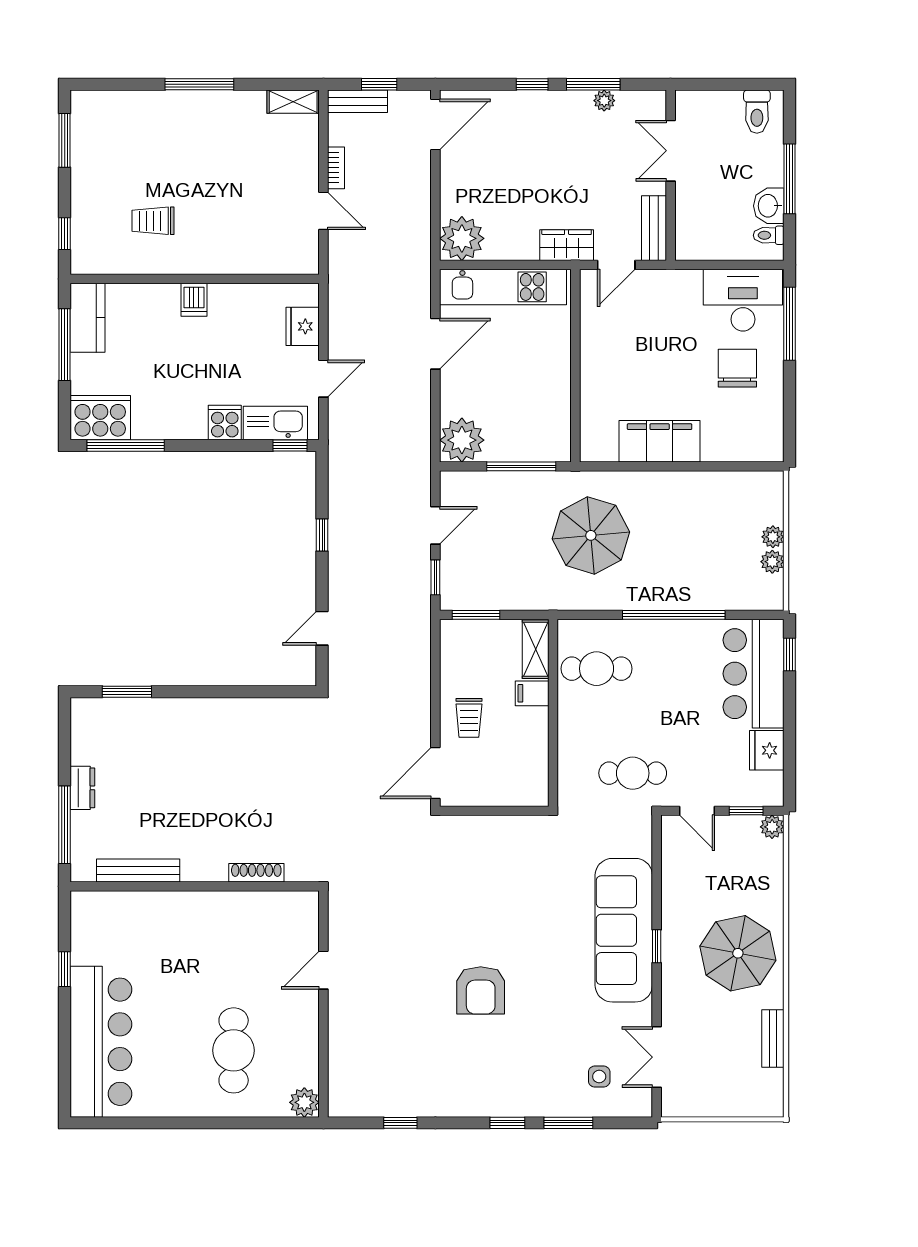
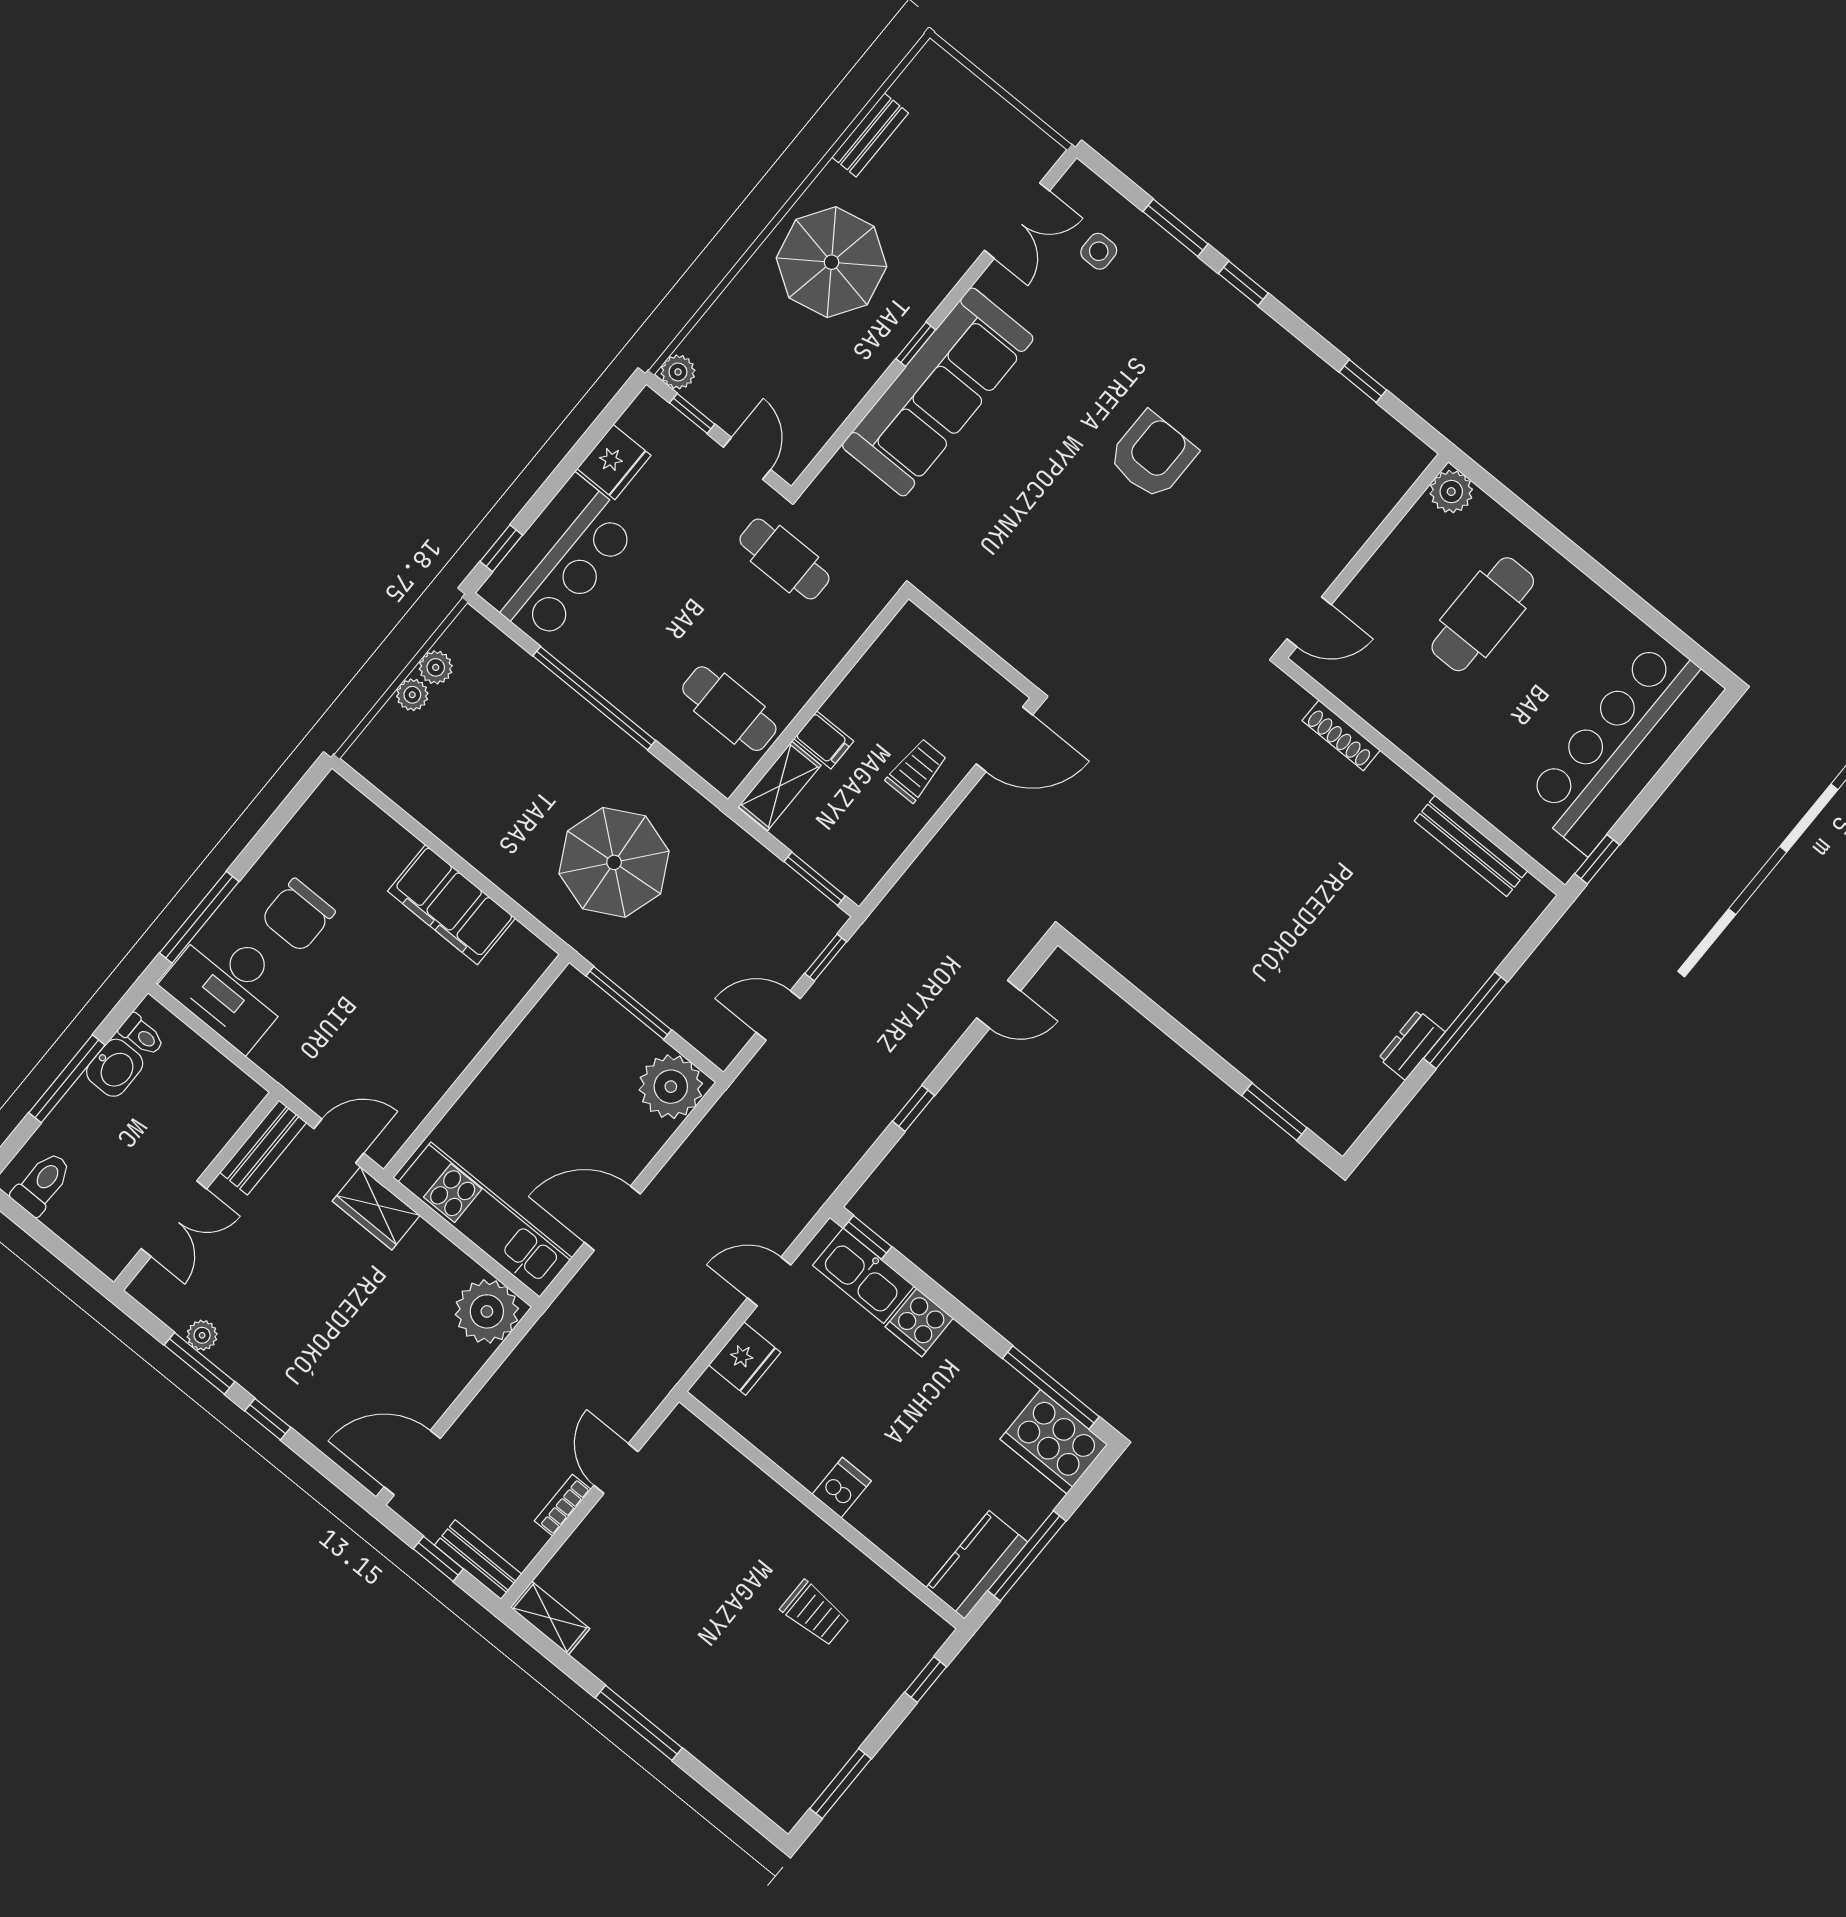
bench: (138, 871) -> (1471, 846), moved
shoe rack: (256, 873) -> (1341, 735), moved
wall: (195, 886) -> (1422, 776), moved

